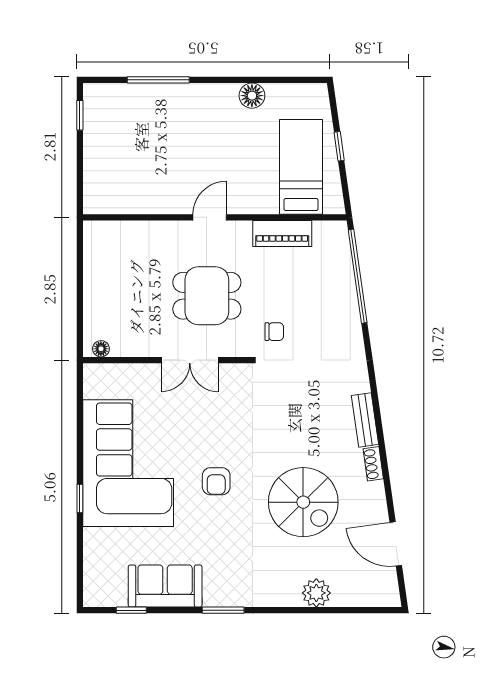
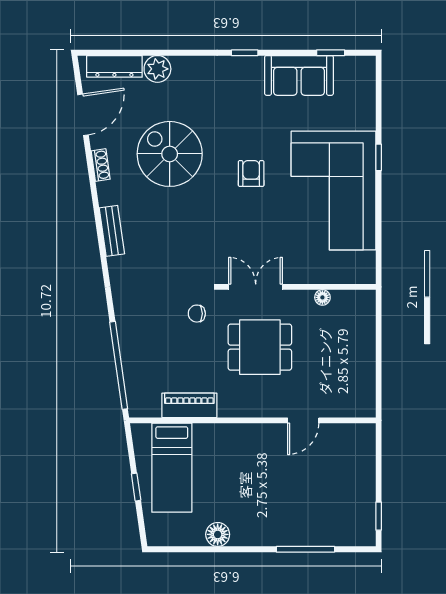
door: (210, 217) -> (303, 420), moved
floor lamp: (101, 349) -> (322, 297), moved
double door: (190, 360) -> (256, 287), moved
shoe rack: (373, 464) -> (101, 165), moved
door: (396, 544) -> (83, 115), hinge flipped
dresser: (362, 596) -> (114, 66), added
window: (223, 610) -> (245, 53), width x0.67

